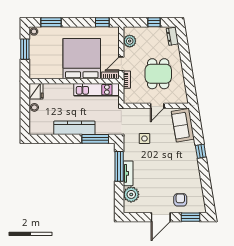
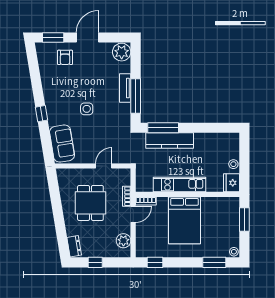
window: (25, 49) -> (244, 220), moved
bed: (82, 59) -> (184, 220), width x0.73
kitchen unit: (96, 90) -> (180, 185), moved
door: (157, 106) -> (104, 166), moved
kitchen counter: (74, 128) -> (170, 141), moved
side table: (144, 139) -> (87, 109), moved
plant: (131, 194) -> (122, 52), moved

